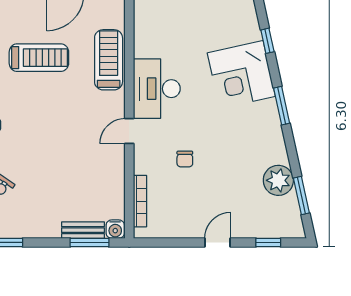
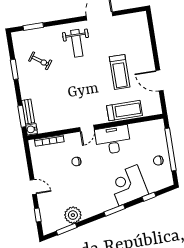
chair: (206, 14) -> (158, 161), added
door: (129, 131) -> (87, 128), swing flipped

